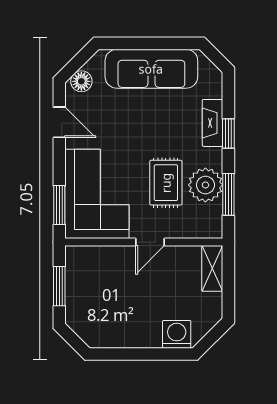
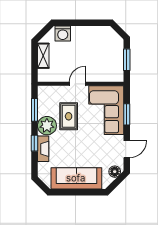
door: (59, 122) -> (127, 149), swing flipped
plant: (205, 185) -> (47, 126), moved
window: (59, 205) -> (127, 114), moved
shelving: (212, 268) -> (43, 56), moved

